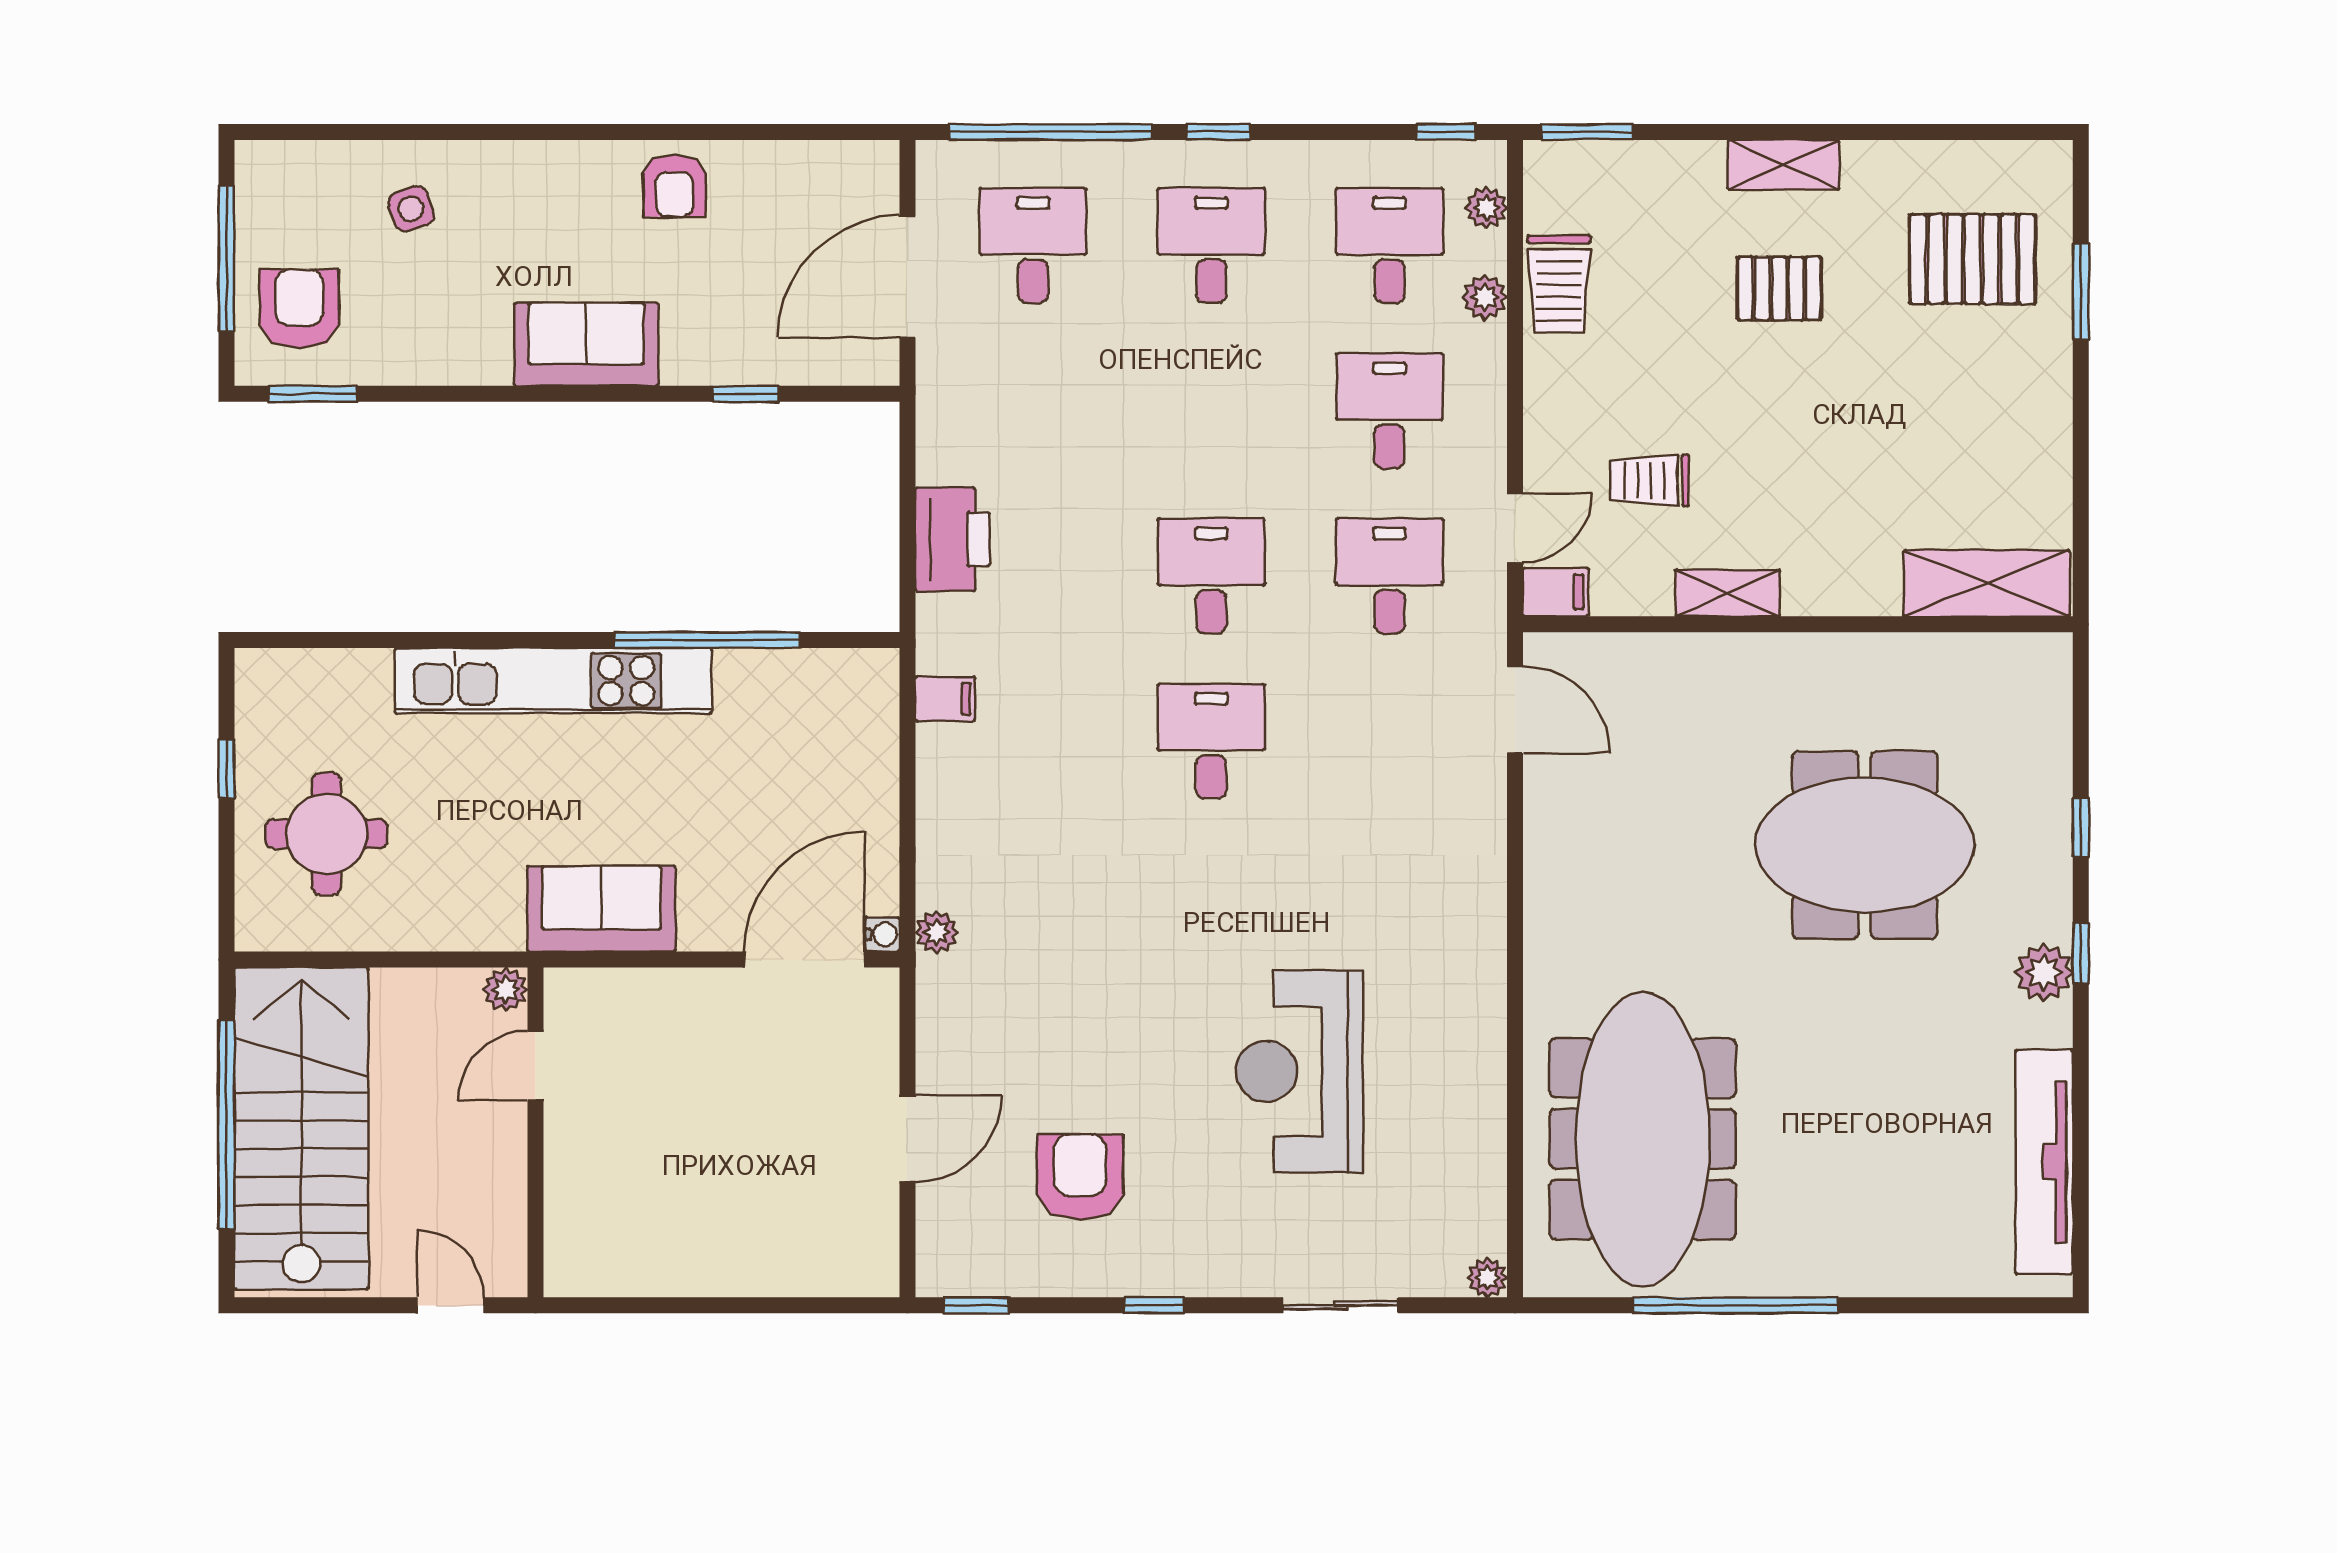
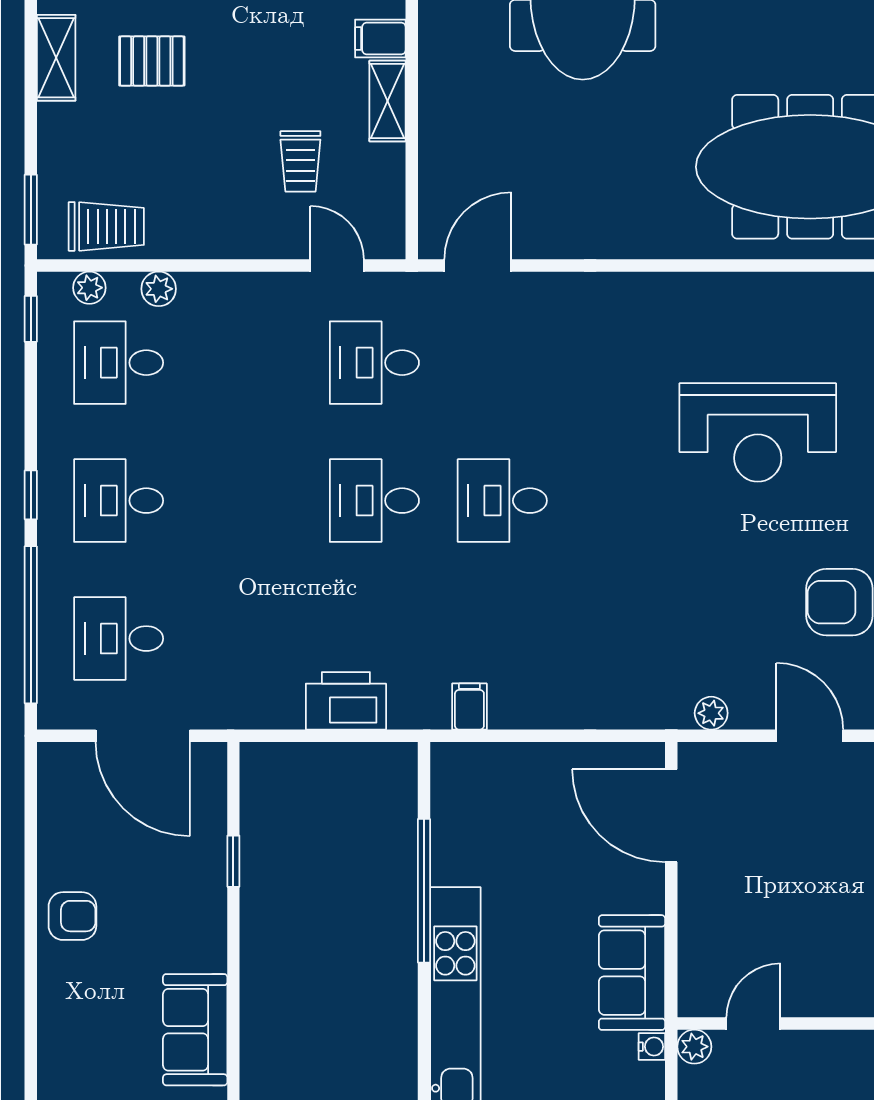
trolley: (1559, 284) -> (106, 226), moved
pallet: (1779, 288) -> (152, 61), turned 90
sofa: (586, 344) -> (195, 1030), moved
desk: (1390, 411) -> (246, 363), removed
filing cabinet: (1556, 592) -> (380, 38), moved, turned -90
plant: (937, 932) -> (711, 713), moved
water cooler: (882, 935) -> (652, 1047), moved, turned 90
door: (536, 1066) -> (753, 1024), swing flipped

